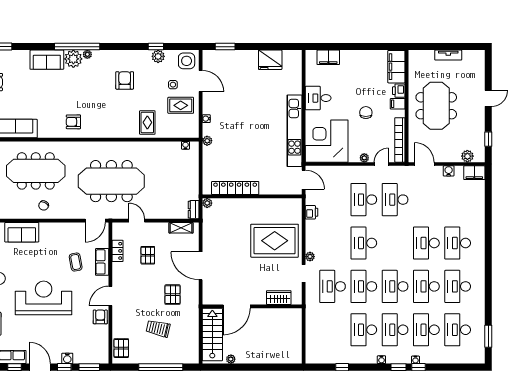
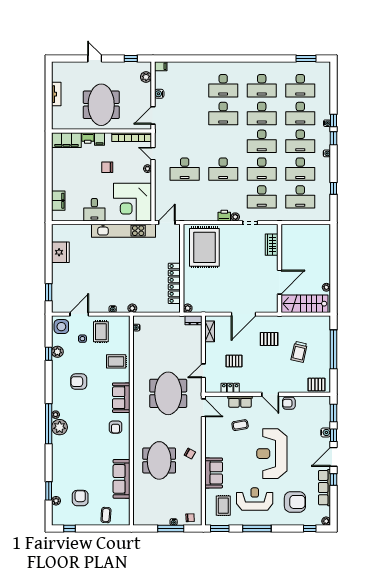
sofa: (47, 60) -> (121, 398), moved, turned 180
meeting table: (436, 106) -> (101, 105), turned 90
meeting table: (36, 171) -> (159, 460), width x0.73
filing cabinet: (474, 173) -> (161, 66), width x0.50
meeting table: (111, 181) -> (168, 393), width x0.73
desk: (395, 200) -> (300, 197), moved
printer: (312, 212) -> (224, 216), moved
rug: (275, 241) -> (204, 247), moved
door: (237, 306) -> (279, 282), hinge flipped

